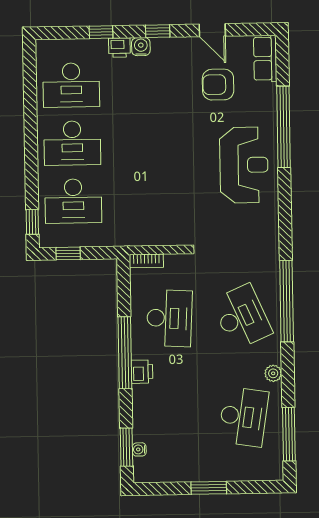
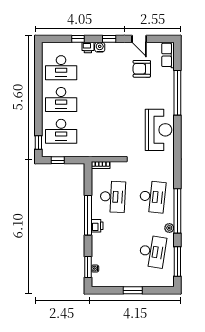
reception desk: (244, 165) -> (159, 130), moved
window: (287, 301) -> (177, 211), moved
desk: (242, 317) -> (153, 197), turned 30

